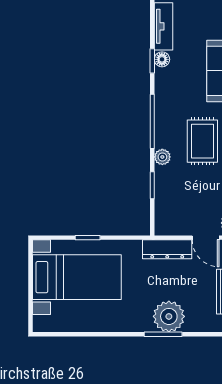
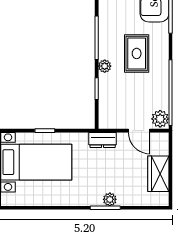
dresser: (167, 249) -> (103, 140), width x0.70
plant: (169, 316) -> (110, 199), width x0.53, depth x0.53

